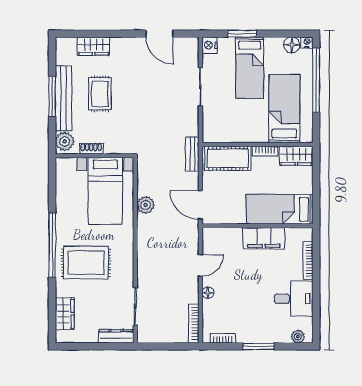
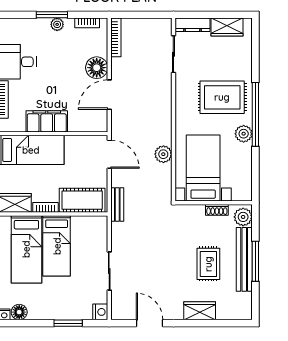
wardrobe: (94, 46) -> (200, 311), moved
bed: (250, 68) -> (57, 246), moved, turned 180
plant: (64, 226) -> (244, 134), added
door: (200, 265) -> (109, 95), width x1.38
floor lamp: (208, 293) -> (97, 68), width x1.89, depth x1.89
wardrobe: (65, 314) -> (227, 27), moved, turned -90
plant: (298, 337) -> (57, 24), moved

